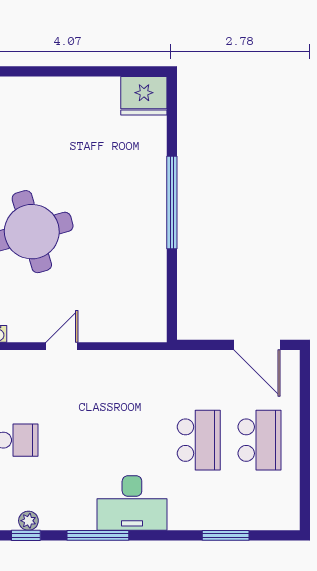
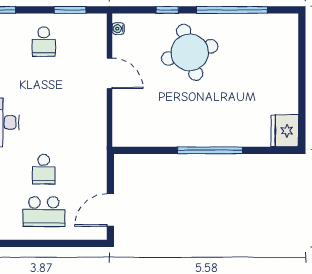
door: (62, 346) -> (110, 73), width x1.38
school desk: (199, 440) -> (44, 169), width x0.54

